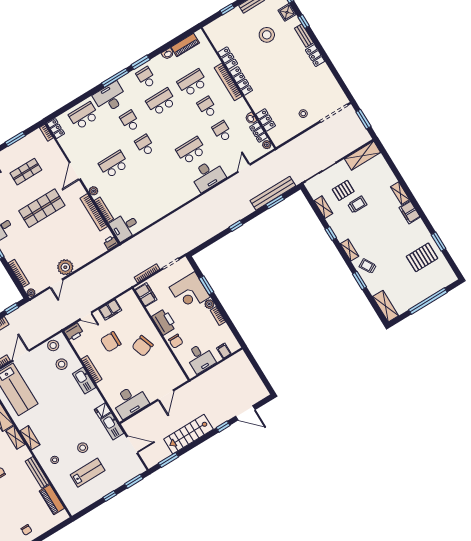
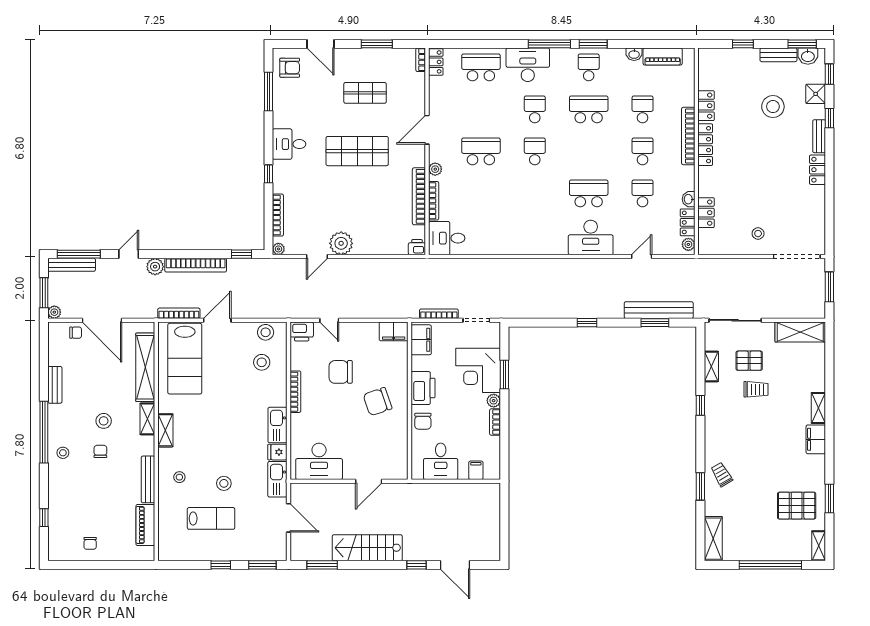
school desk: (192, 83) -> (643, 109), width x0.54
shelving: (349, 250) -> (819, 546), moved
filing cabinet: (110, 310) -> (394, 331), moved
kitchen sink: (84, 381) -> (277, 425), moved

